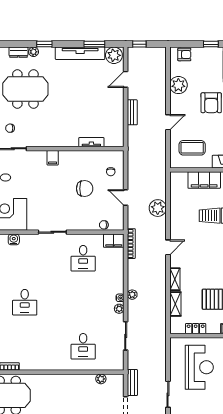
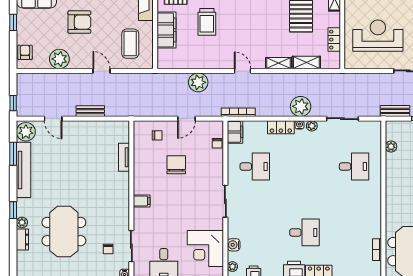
locker: (118, 281) -> (281, 127), added
plant: (132, 295) -> (301, 106), width x1.88, depth x1.88

